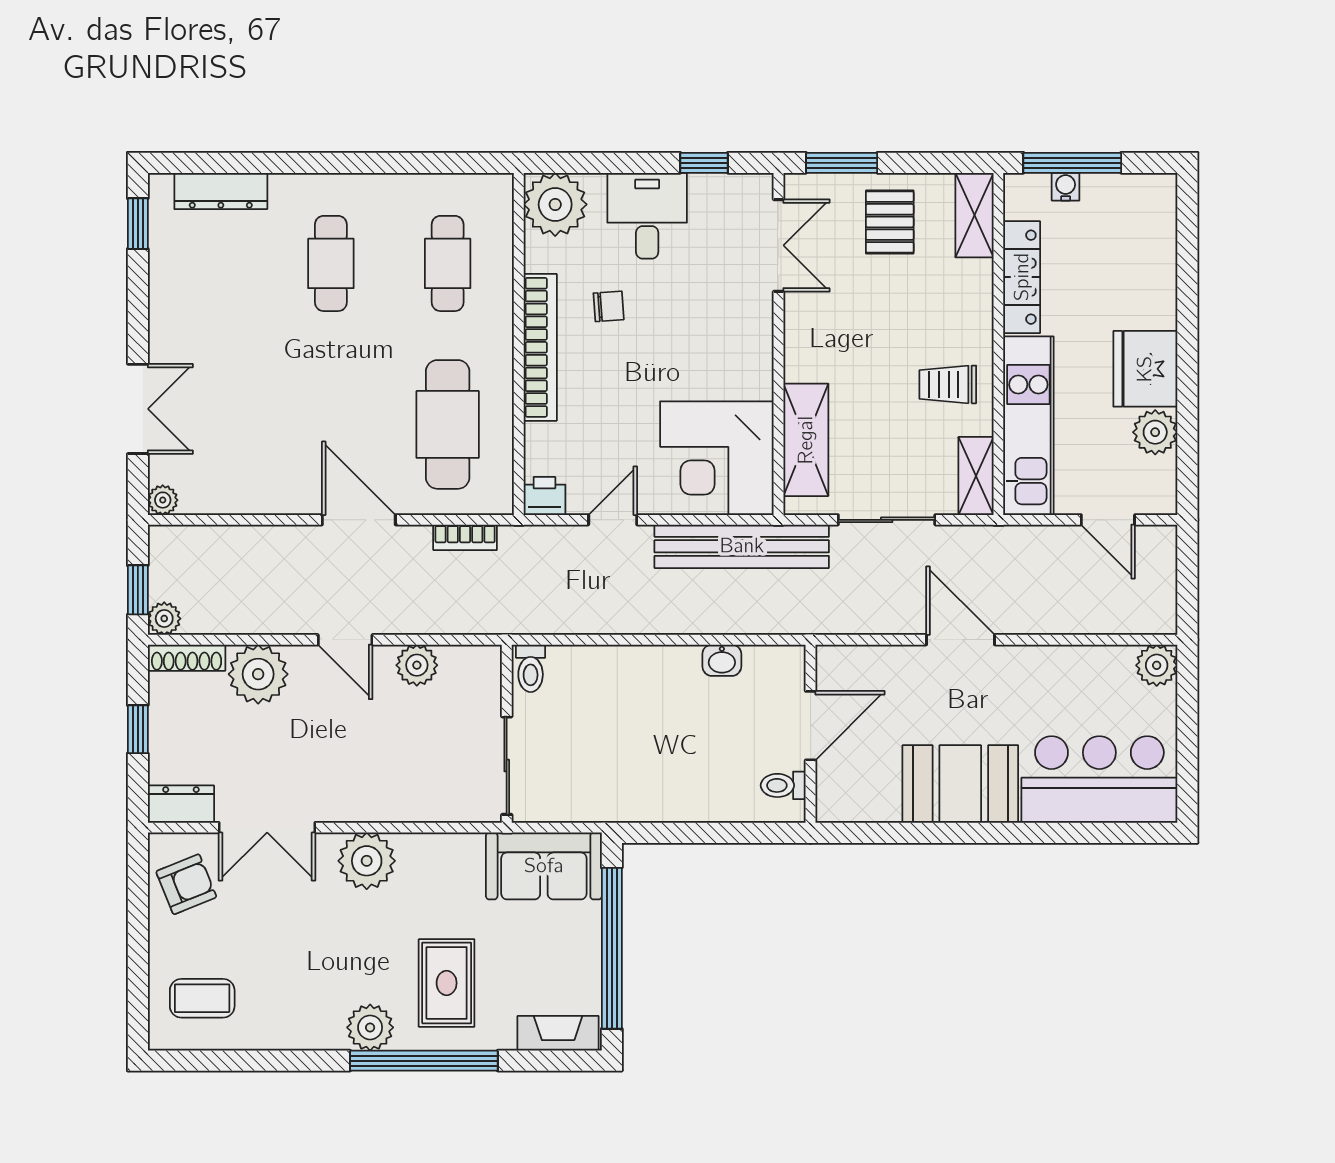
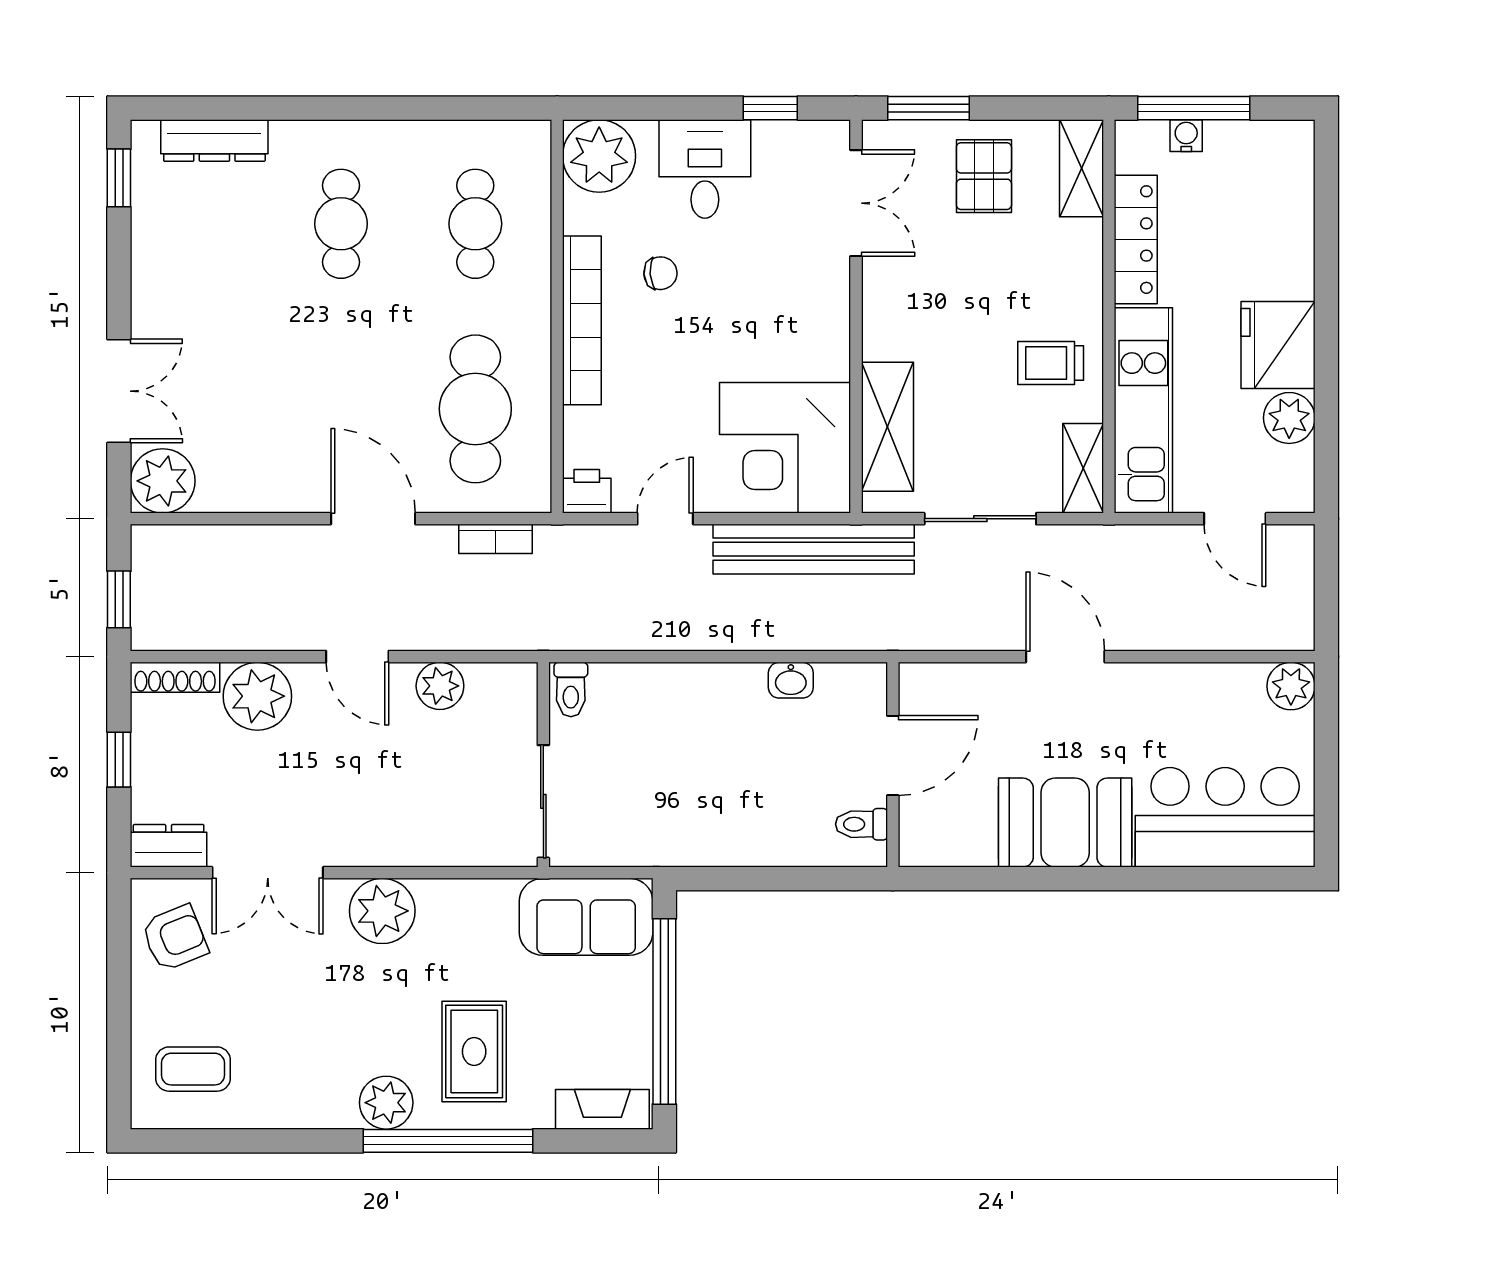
plant: (163, 500) -> (163, 481), width x1.87, depth x1.87
plant: (164, 619) -> (149, 632), removed

